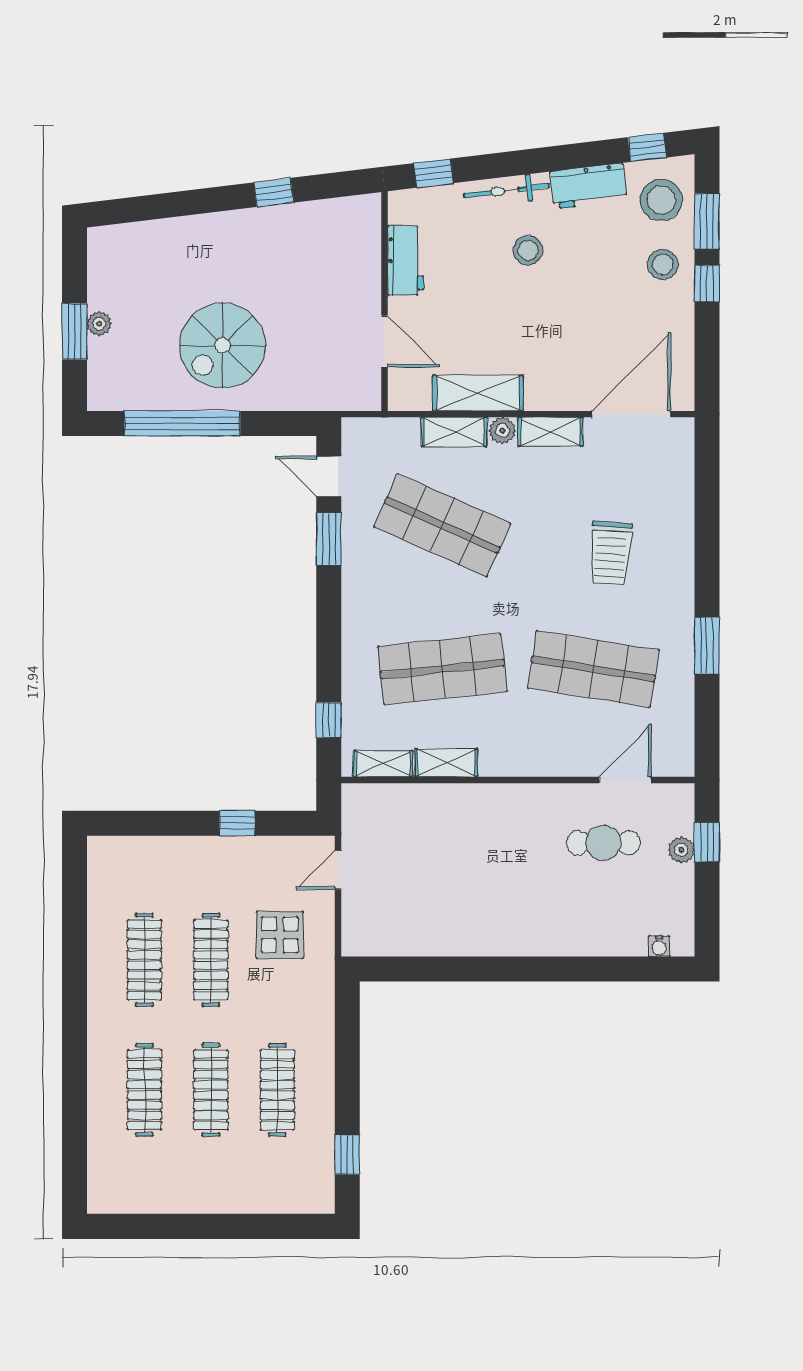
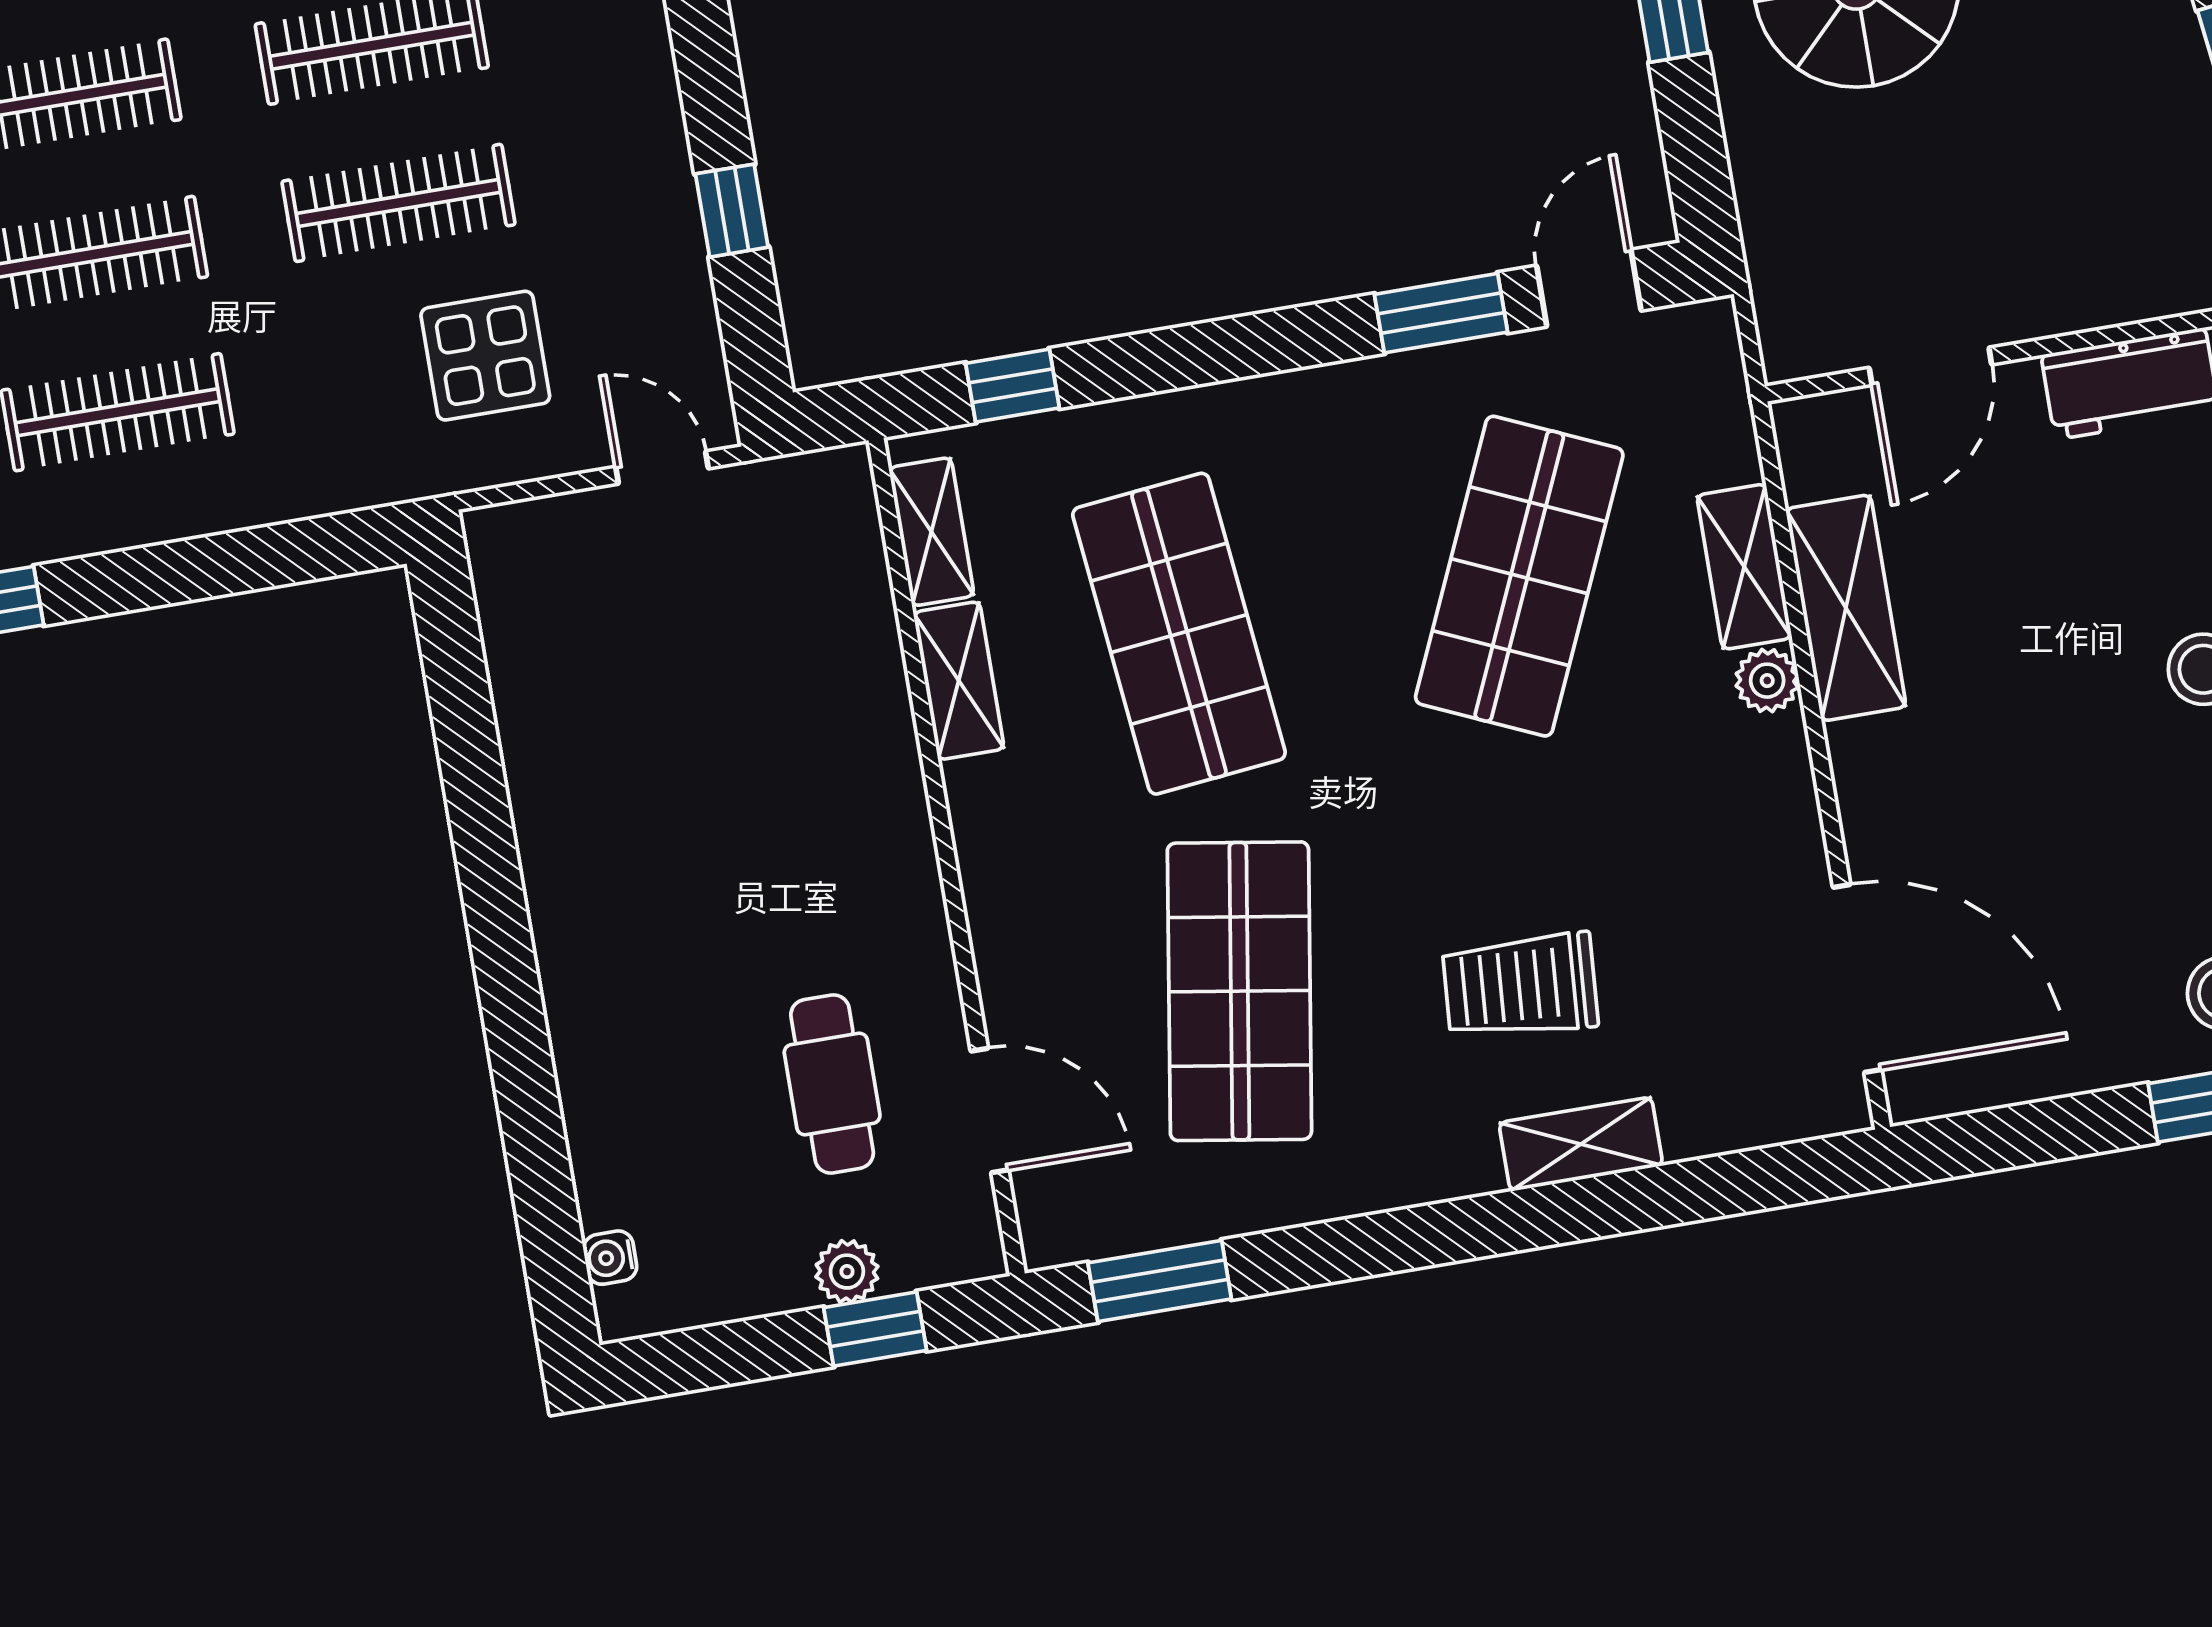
shelving: (550, 432) -> (1581, 1144), moved, turned 90
window: (707, 646) -> (1160, 1281), moved

